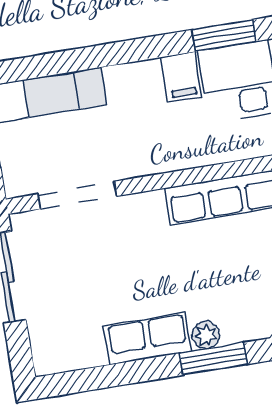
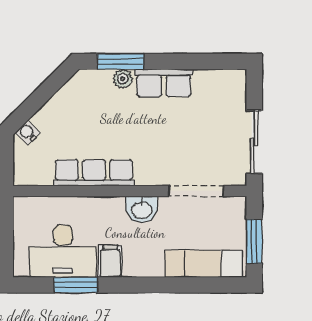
washbasin: (149, 157) -> (142, 210), added

